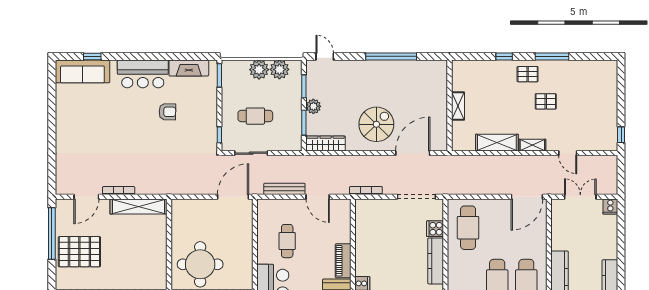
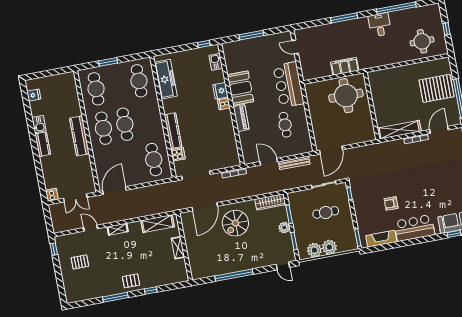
pallet: (546, 101) -> (80, 262), moved
shelving: (497, 143) -> (158, 224), moved

